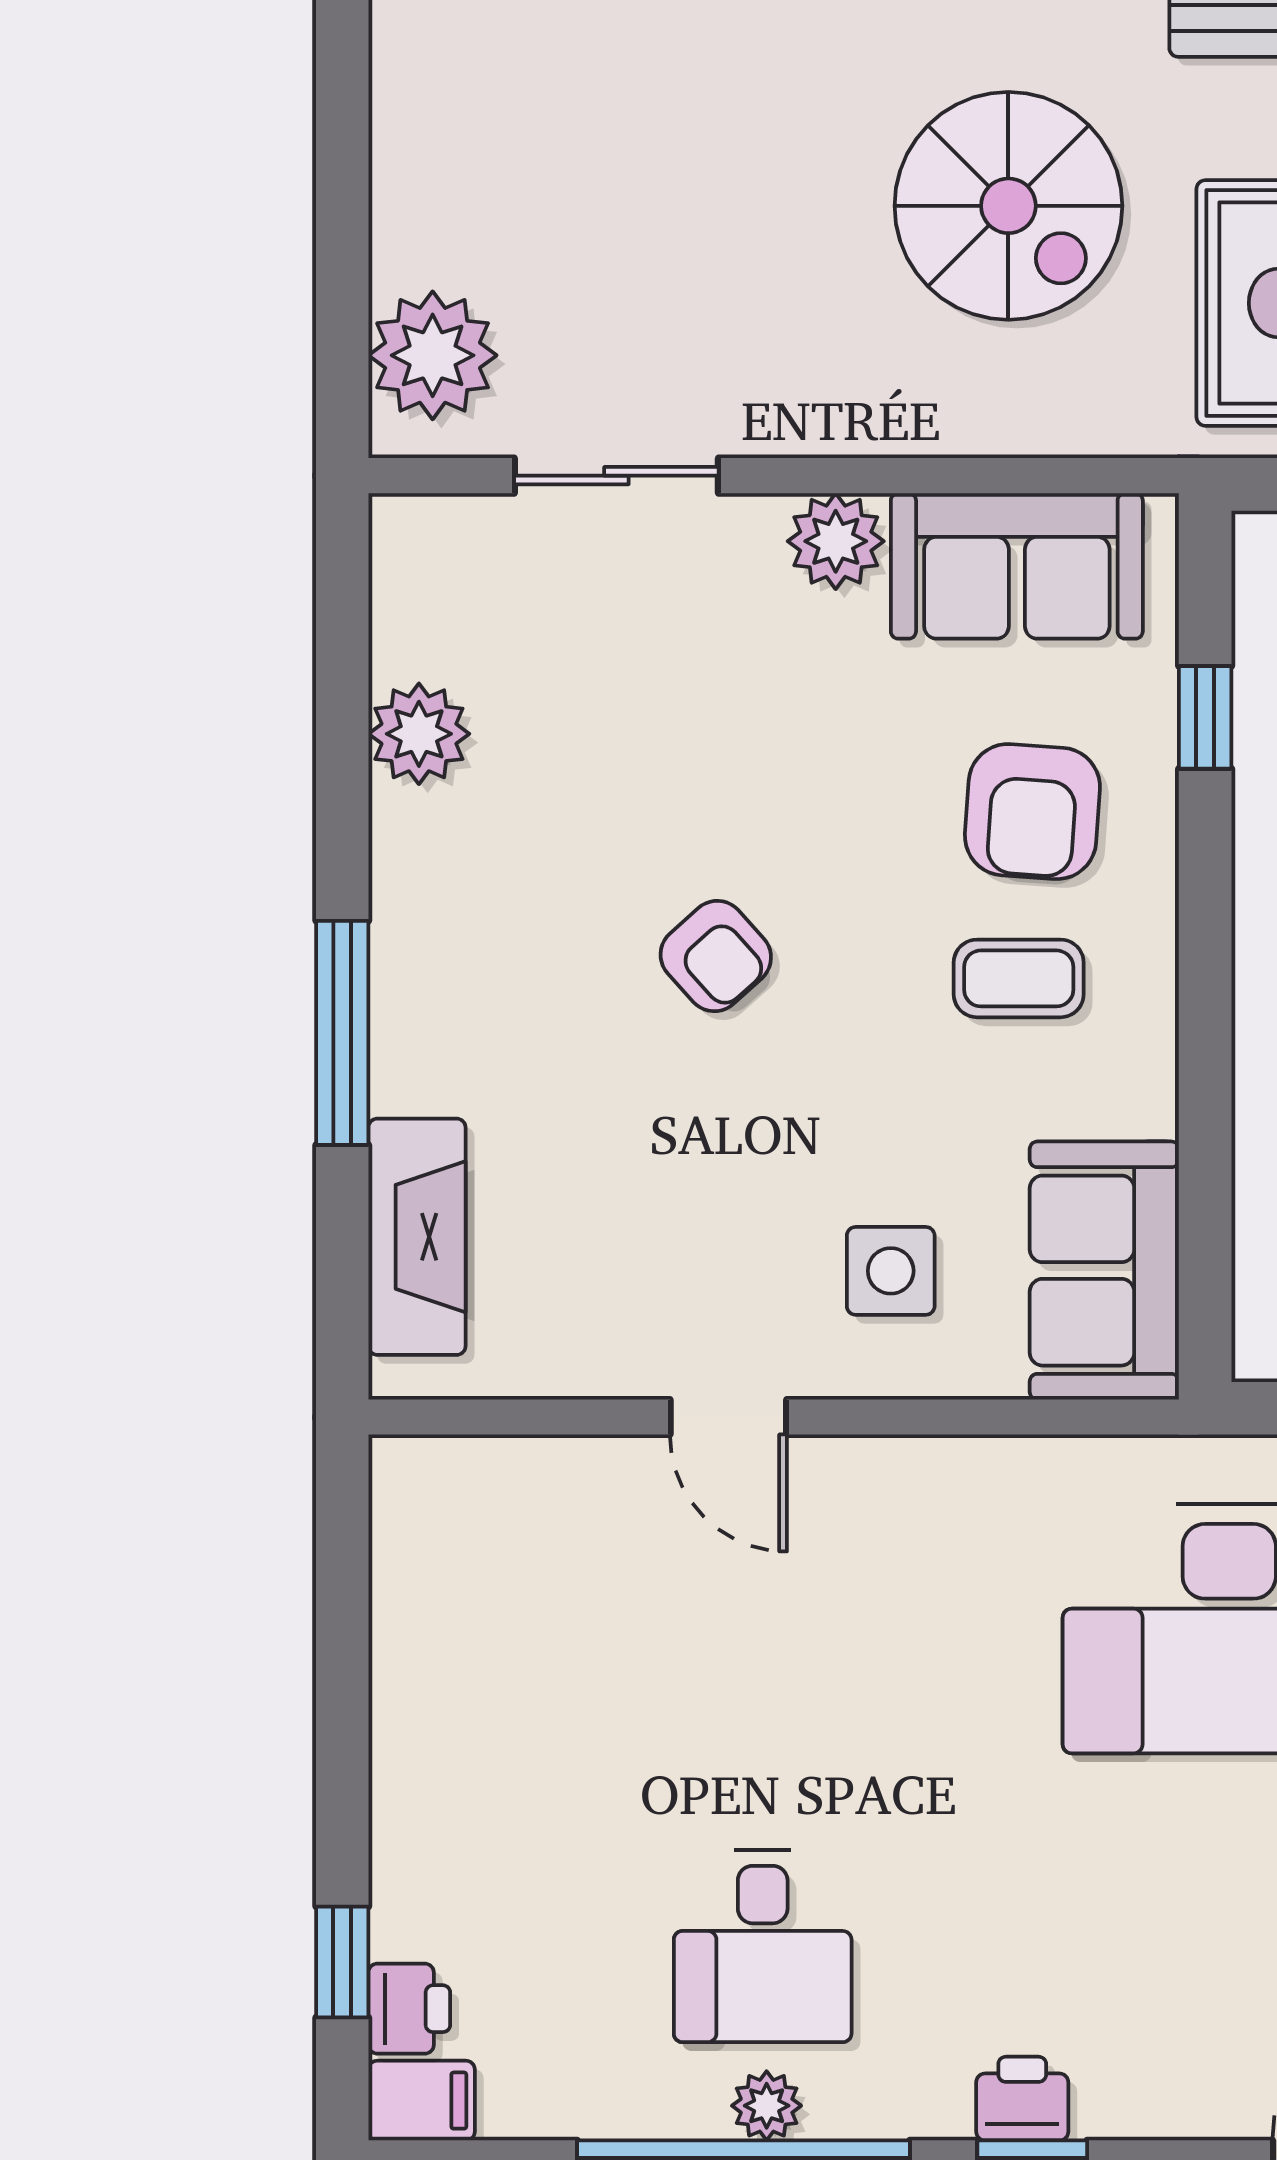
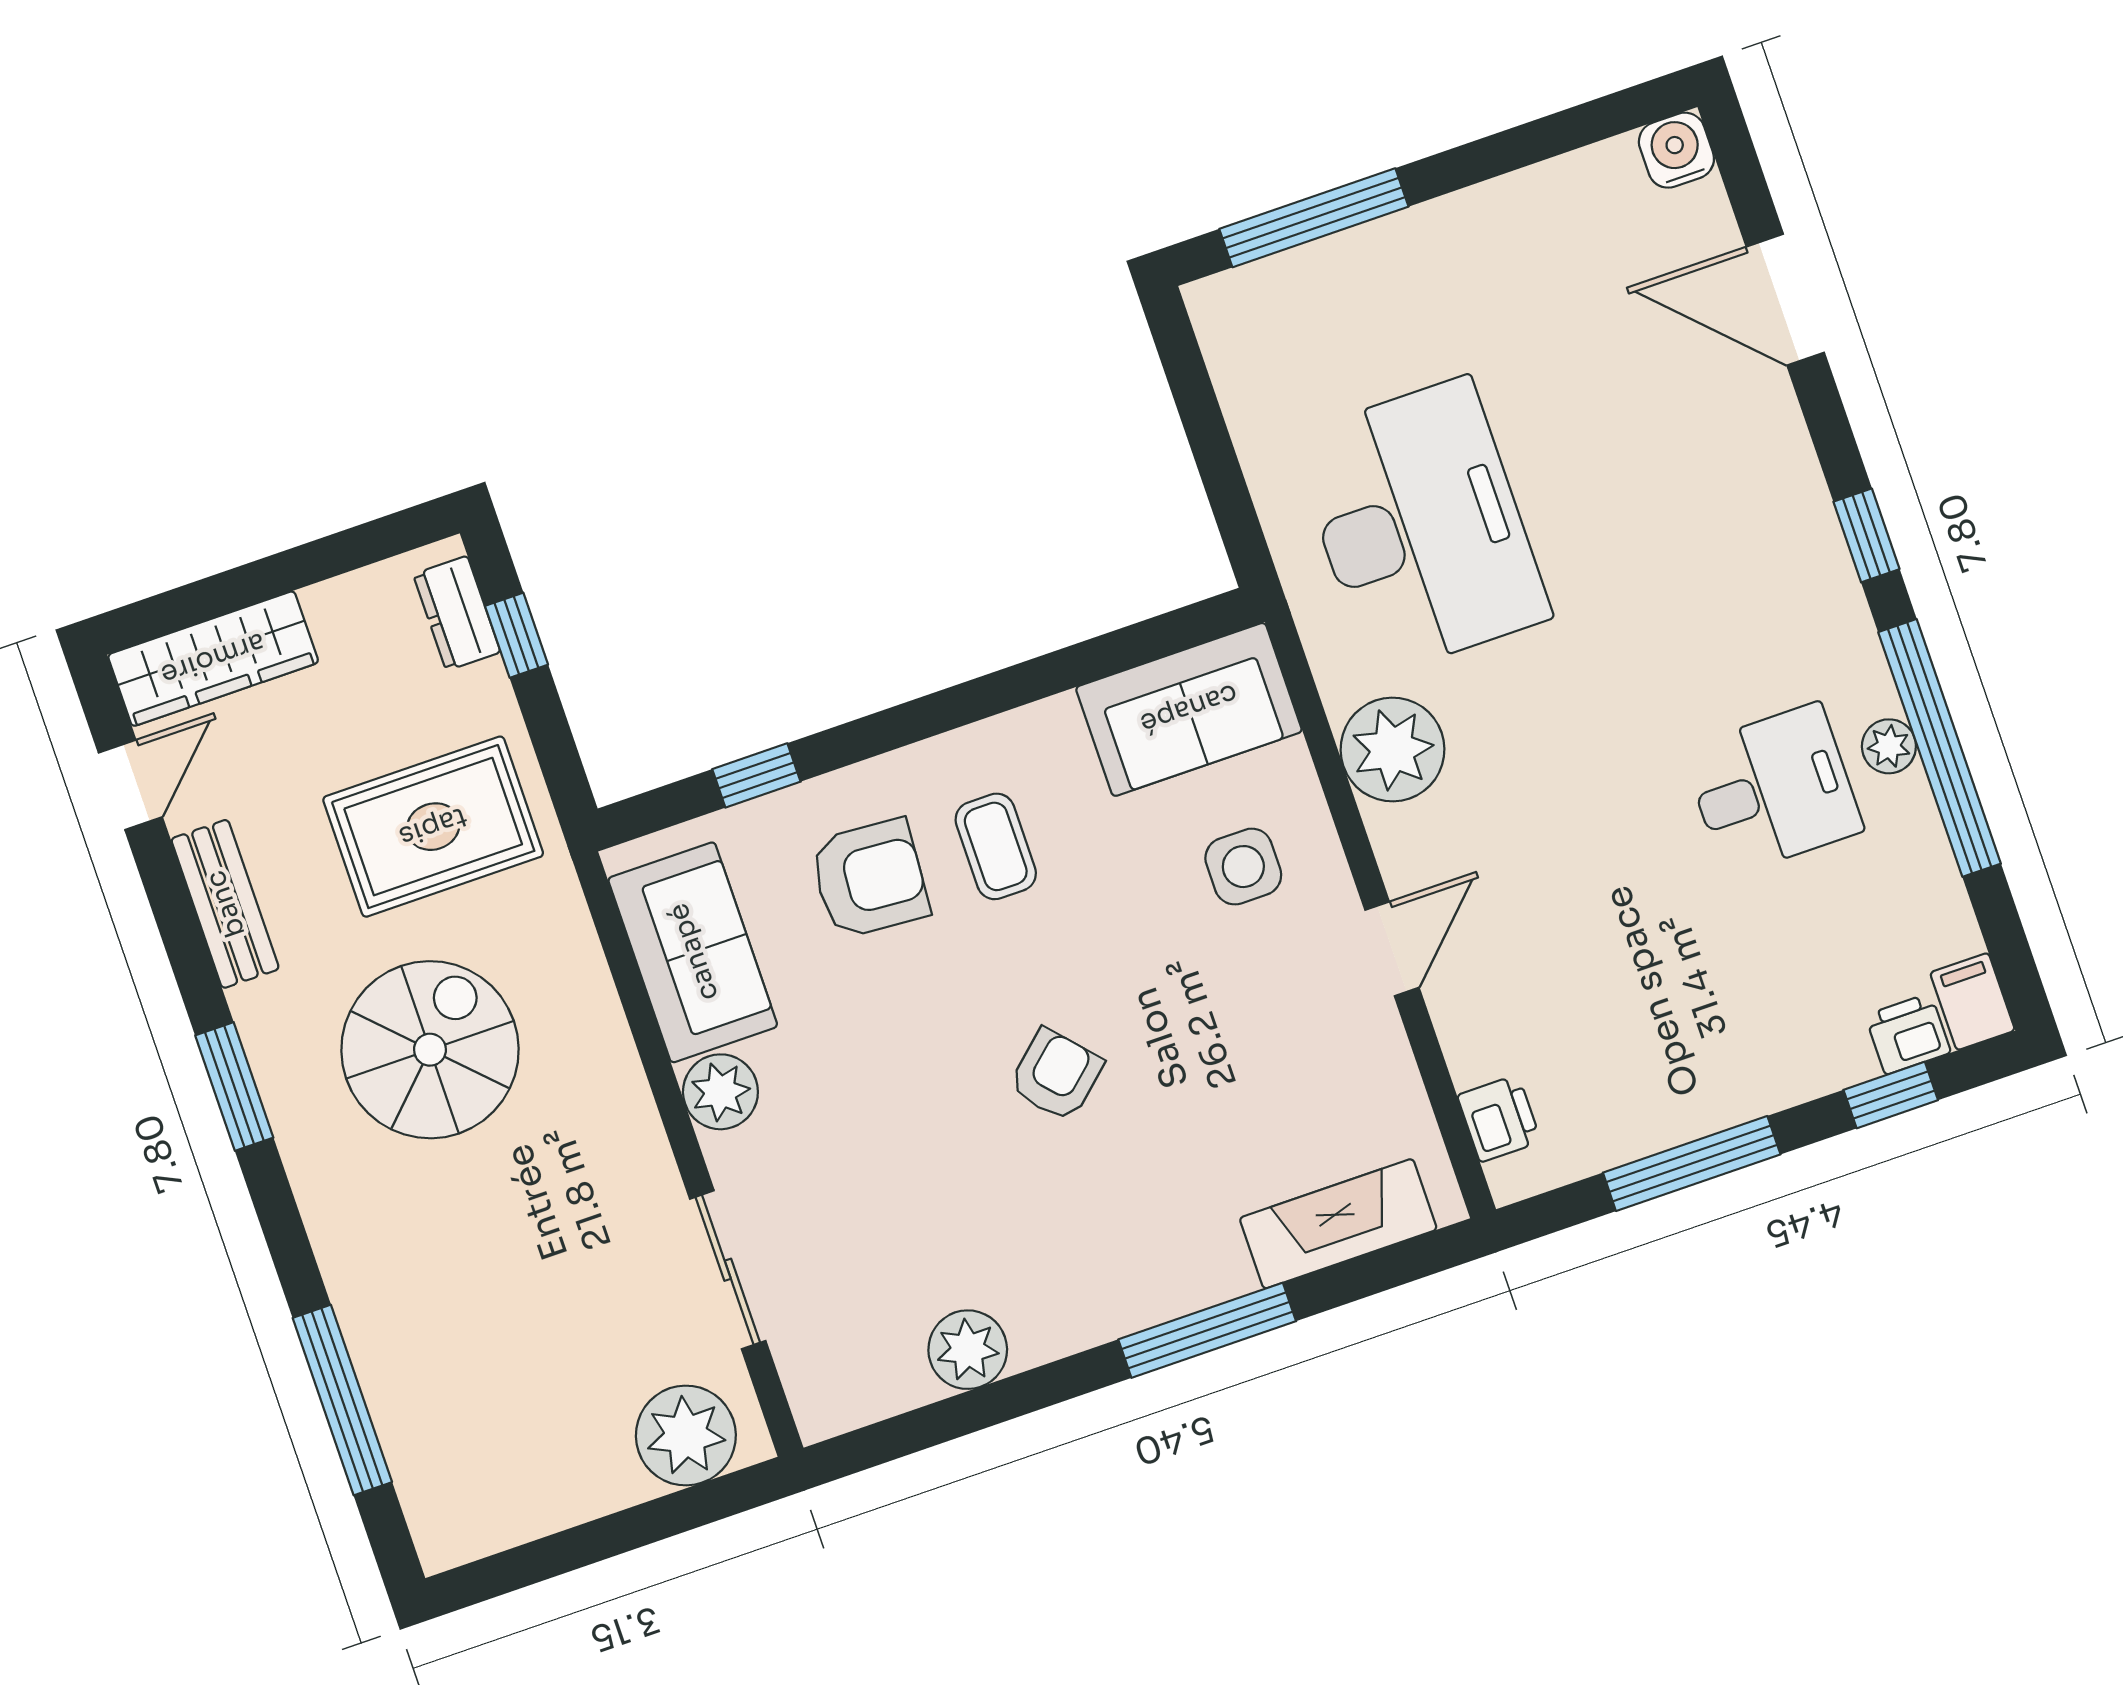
plant: (971, 1501) -> (1393, 749), added
window: (342, 1691) -> (1692, 1164), added
printer: (1022, 2099) -> (1499, 1118), moved, turned 180

